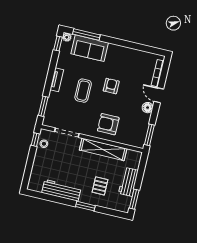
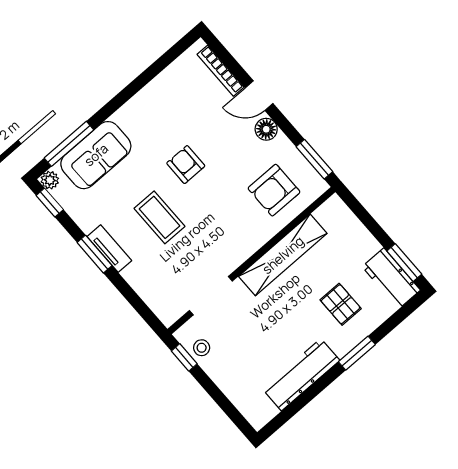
window: (43, 106) -> (95, 254), moved
armchair: (108, 124) -> (274, 190), moved
workbench: (128, 182) -> (391, 278), moved

